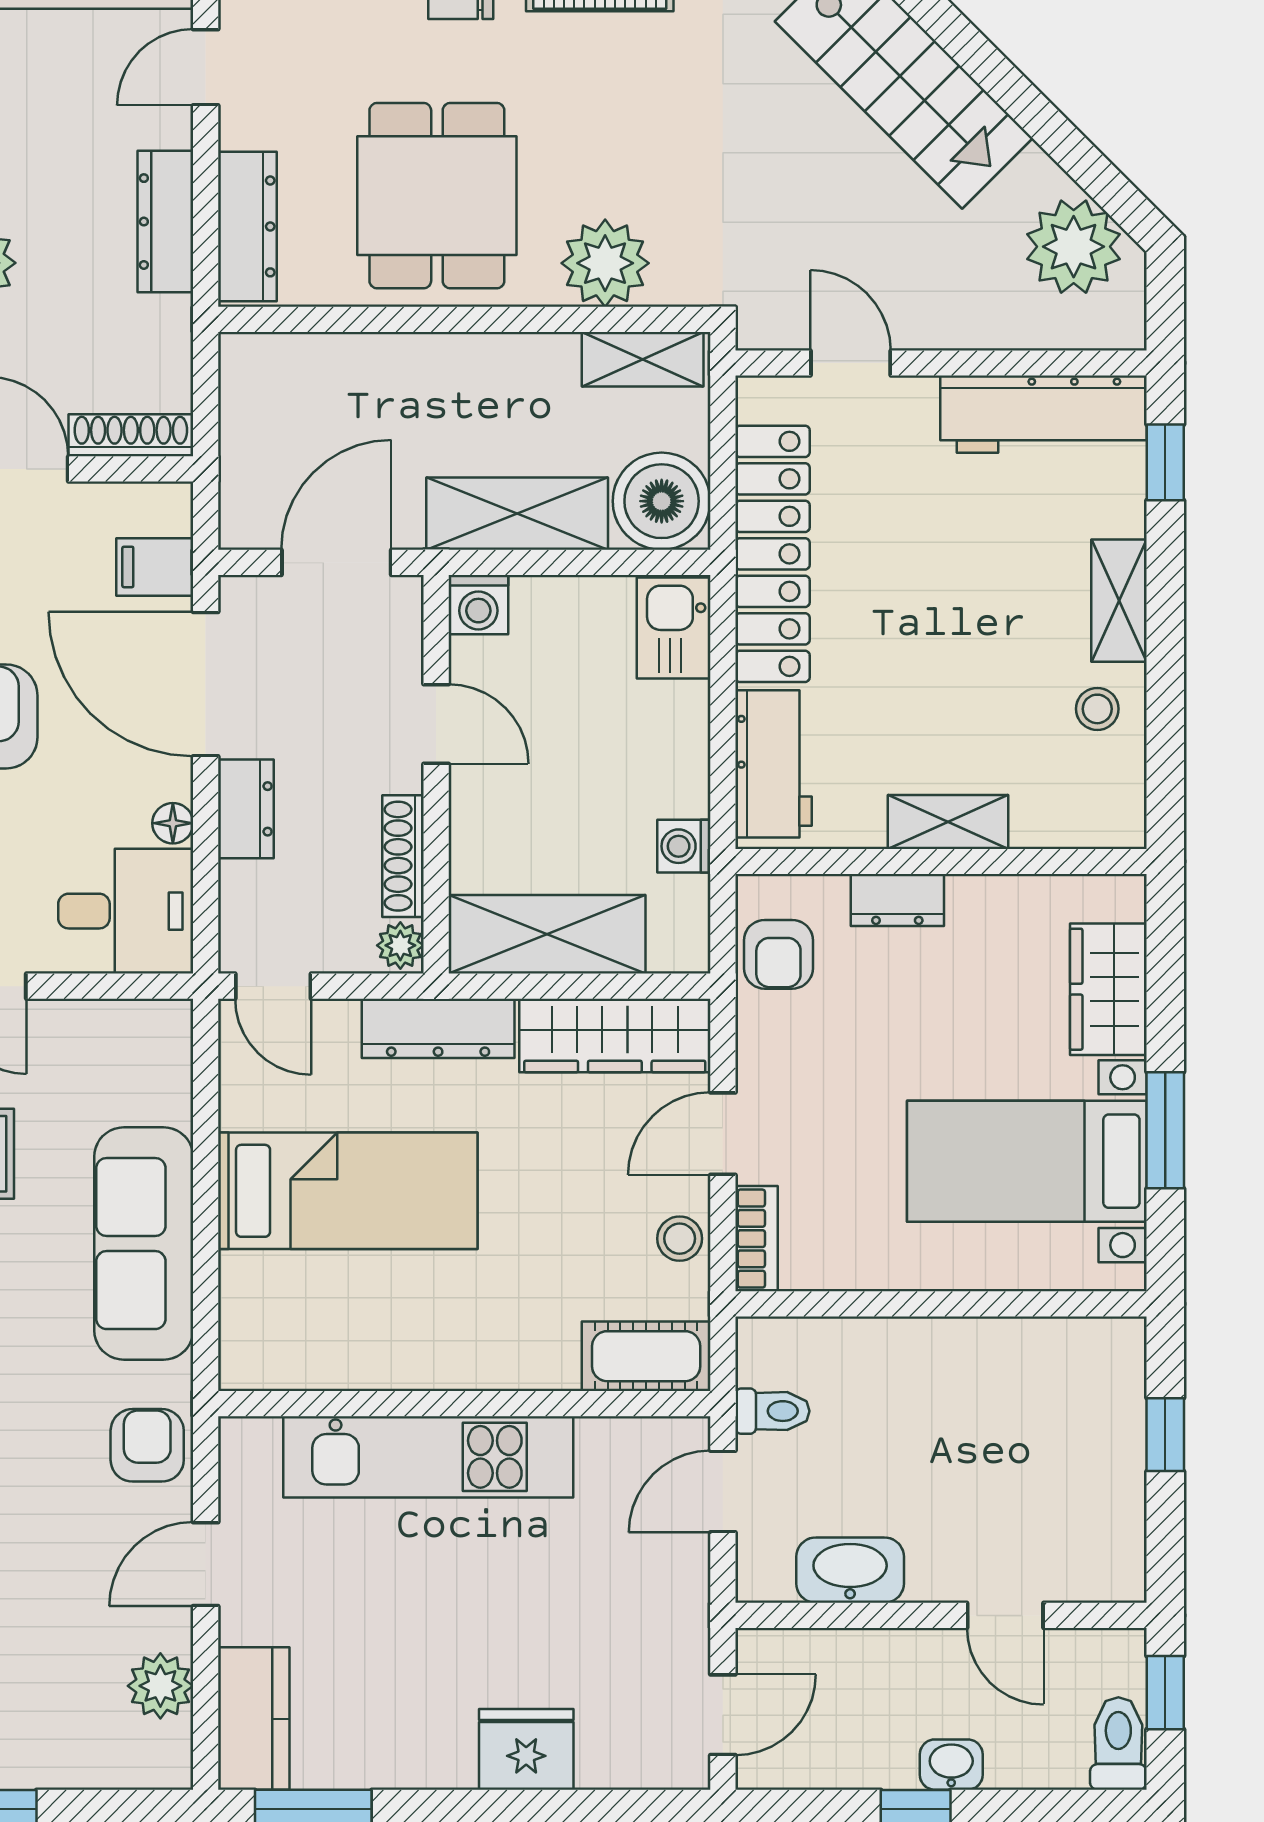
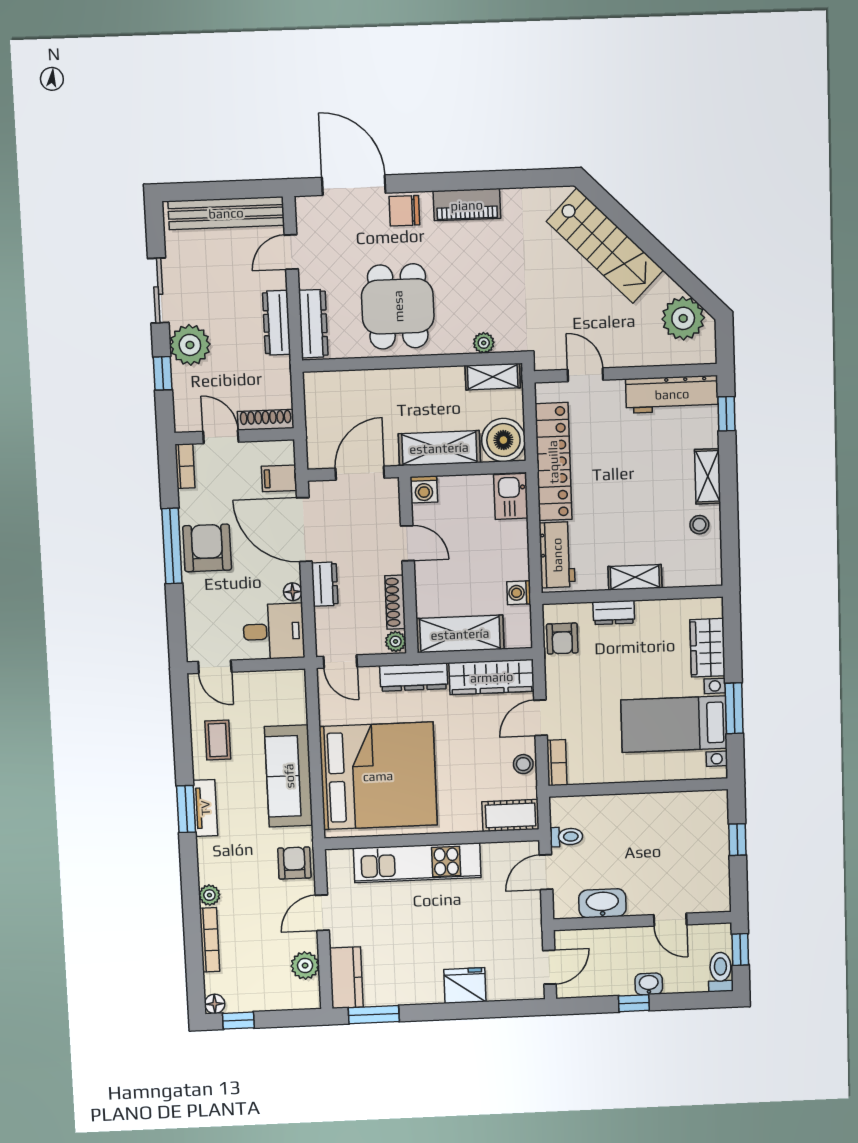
plant: (605, 263) -> (484, 343), width x0.53, depth x0.53
bed: (348, 1191) -> (378, 776), width x2.04

